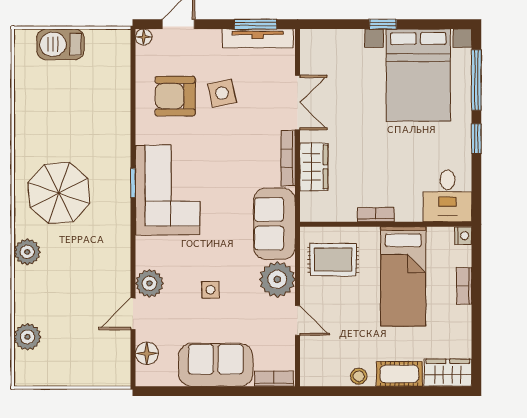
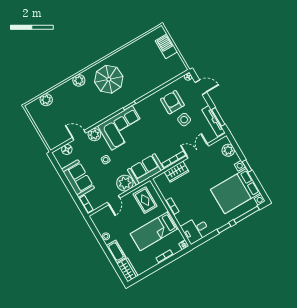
plant: (331, 43) -> (228, 150), added
double door: (298, 103) -> (198, 151), swing flipped
corner sofa: (168, 190) -> (122, 128), moved

